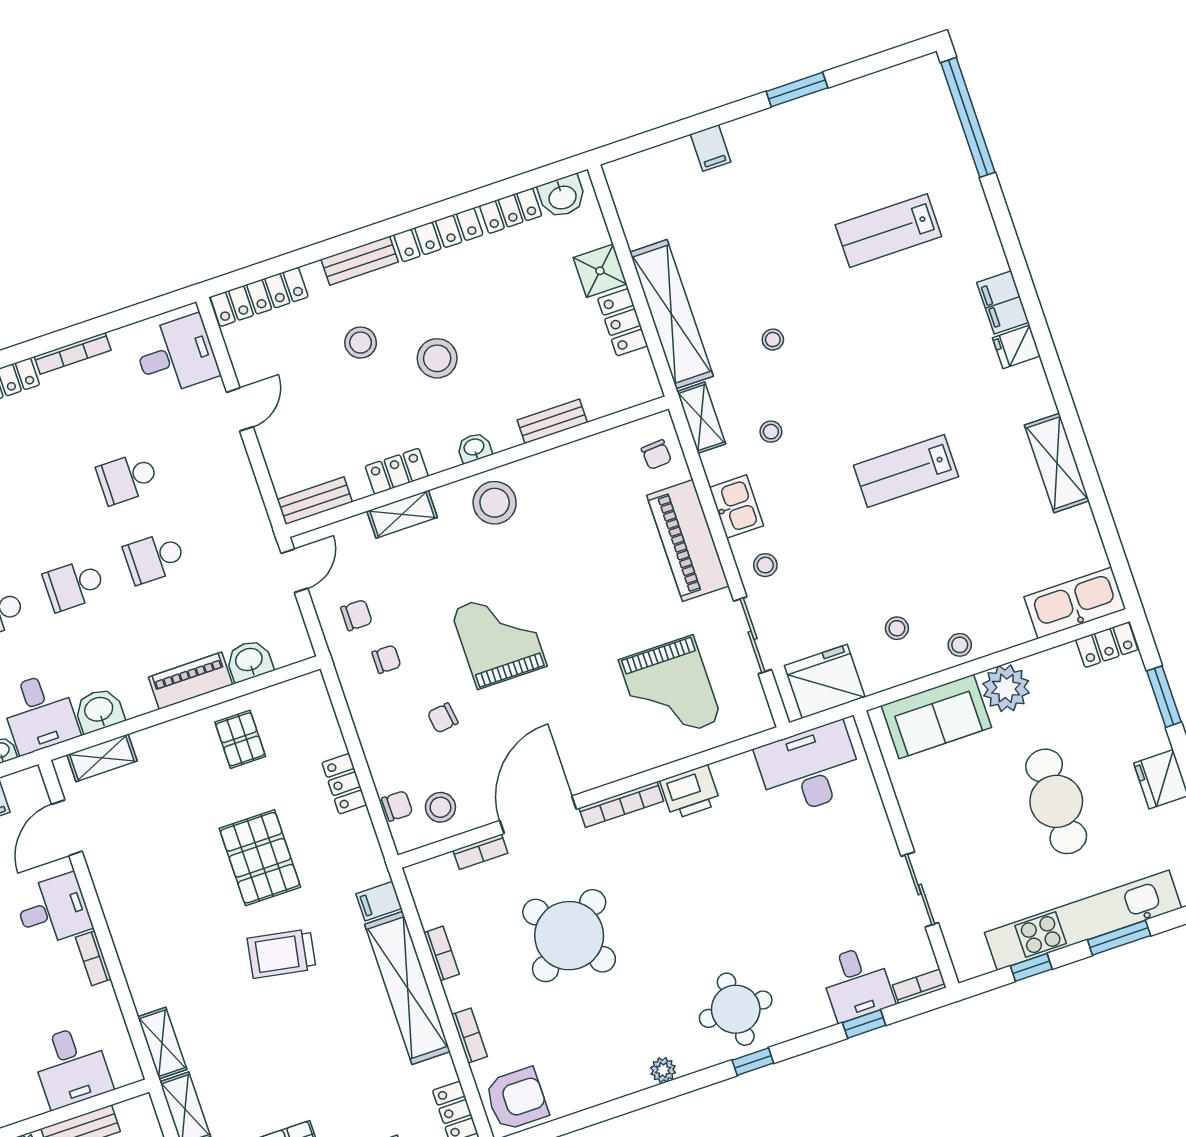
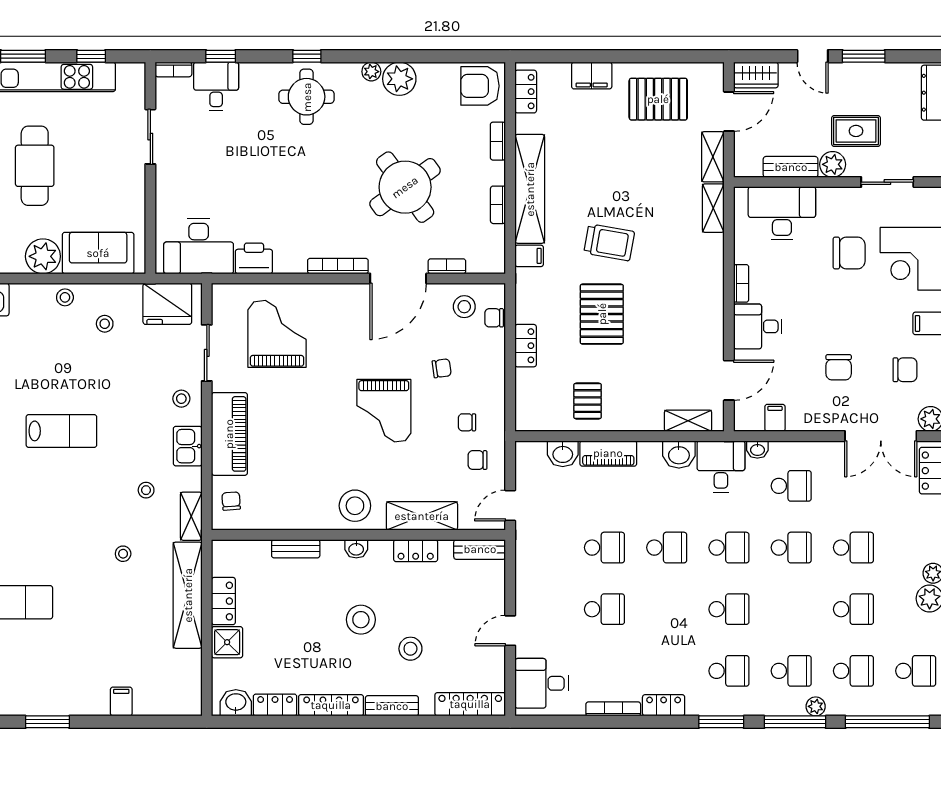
shelving: (402, 514) -> (422, 516), width x1.50, depth x1.33
printer: (690, 792) -> (254, 258), moved
desk: (71, 1067) -> (782, 213), width x1.37
plant: (624, 1073) -> (399, 79), added

